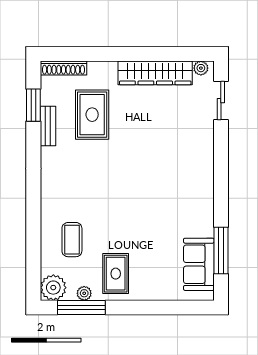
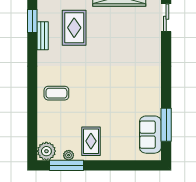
coffee table: (72, 240) -> (56, 93), moved, turned 90

